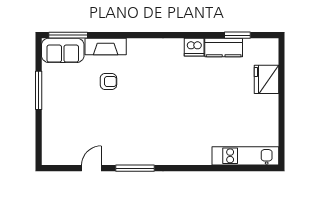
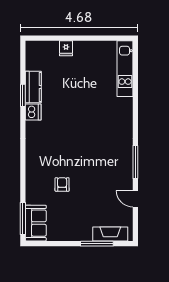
window: (237, 35) -> (23, 95), moved
fireplace: (106, 46) -> (110, 234), moved, turned -90
fridge: (266, 79) -> (66, 48), width x0.53, depth x0.75
window: (39, 90) -> (97, 244), moved

